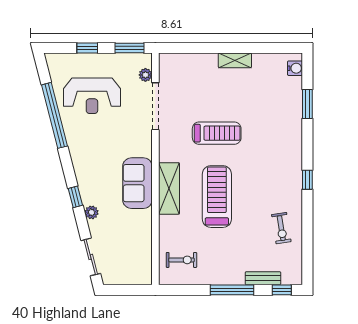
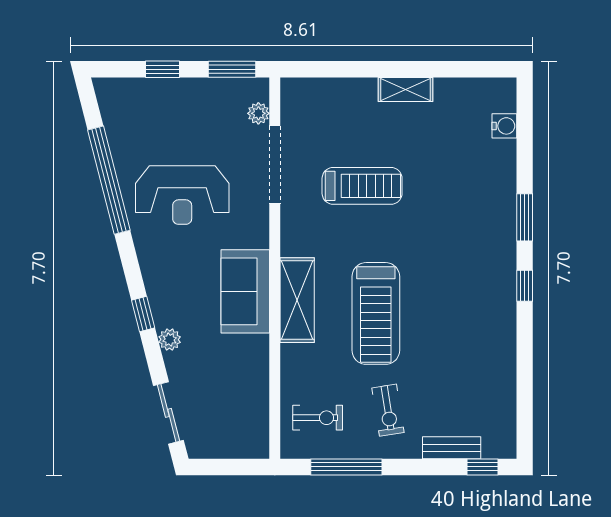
water cooler: (295, 68) -> (504, 126), moved
reception desk: (92, 96) -> (182, 195), moved
window: (307, 104) -> (525, 217), moved
treadmill: (217, 133) -> (362, 186), moved
treadmill: (217, 197) -> (376, 313), turned 180
exercise bike: (281, 228) -> (388, 410), moved
window: (232, 290) -> (346, 467), moved

